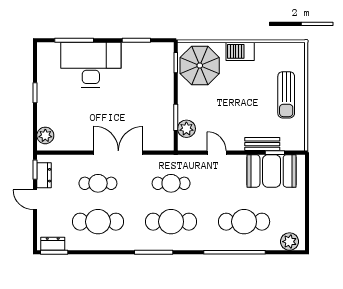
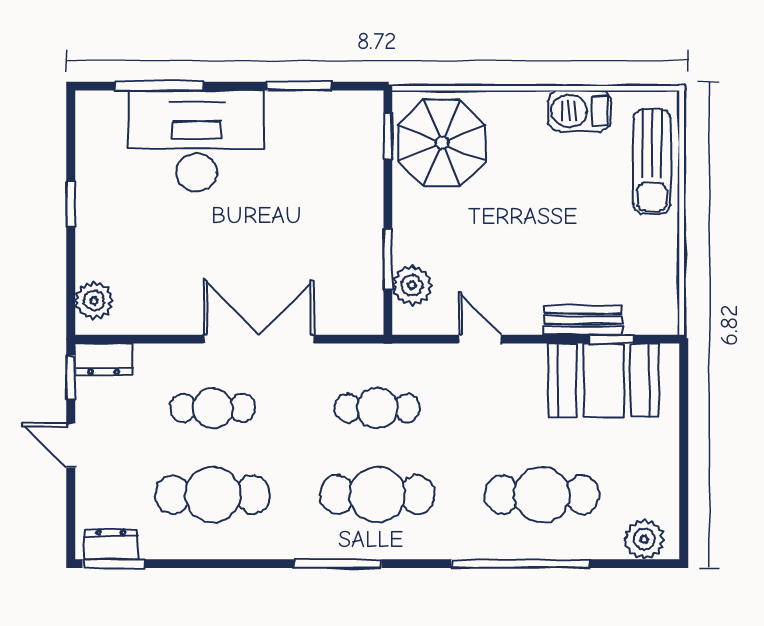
barbecue: (240, 51) -> (579, 111), moved
sun lounger: (286, 95) -> (652, 161), moved
dresser: (44, 175) -> (104, 359), moved, turned 90

